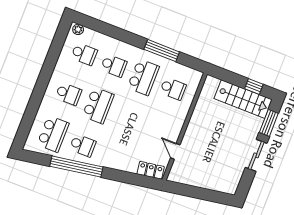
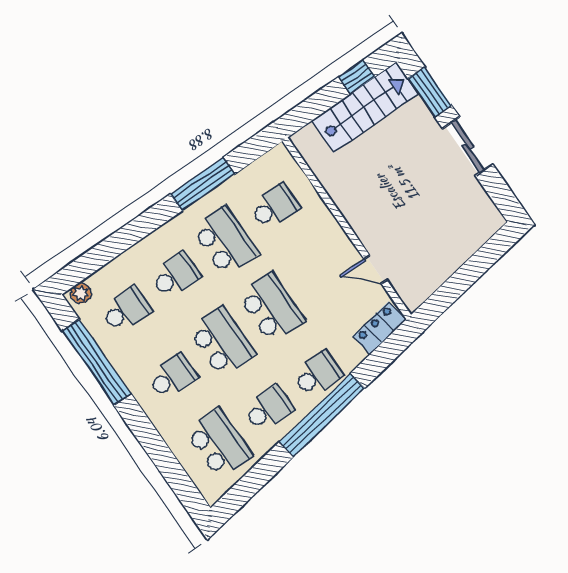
window: (52, 57) -> (96, 362), added
school desk: (128, 117) -> (271, 308), added
school desk: (112, 157) -> (318, 374), added
window: (76, 167) -> (322, 415), moved

